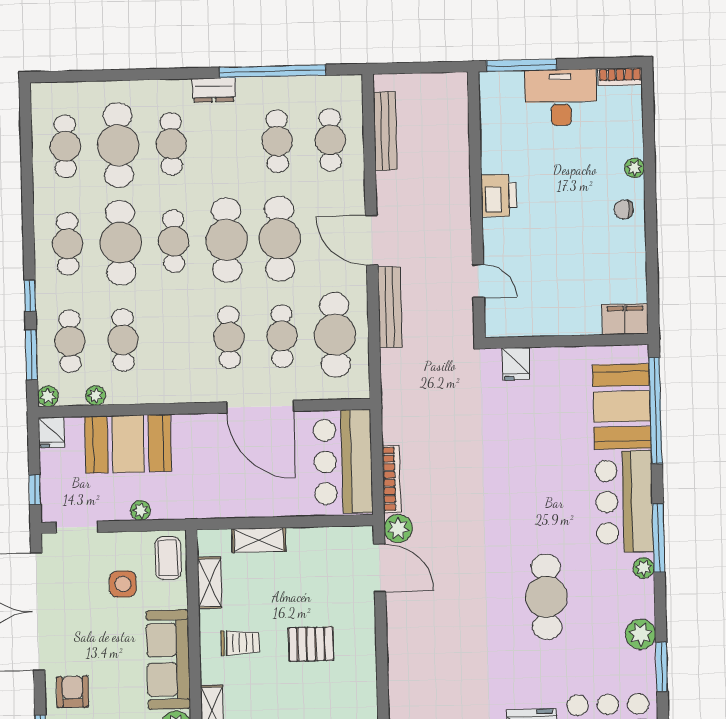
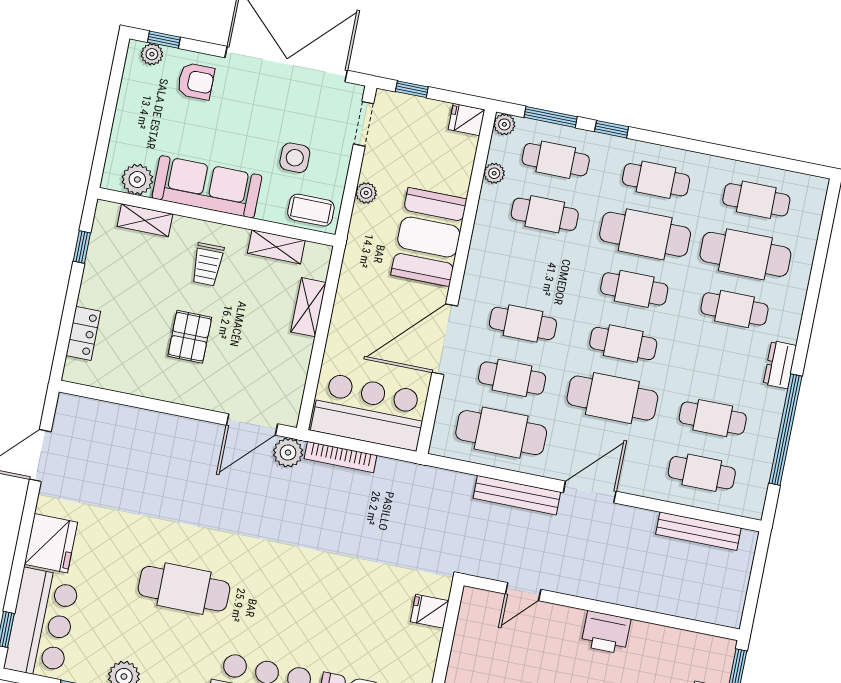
cafe table: (227, 240) -> (623, 343), width x0.73, depth x0.74
booth: (128, 444) -> (429, 237), moved

